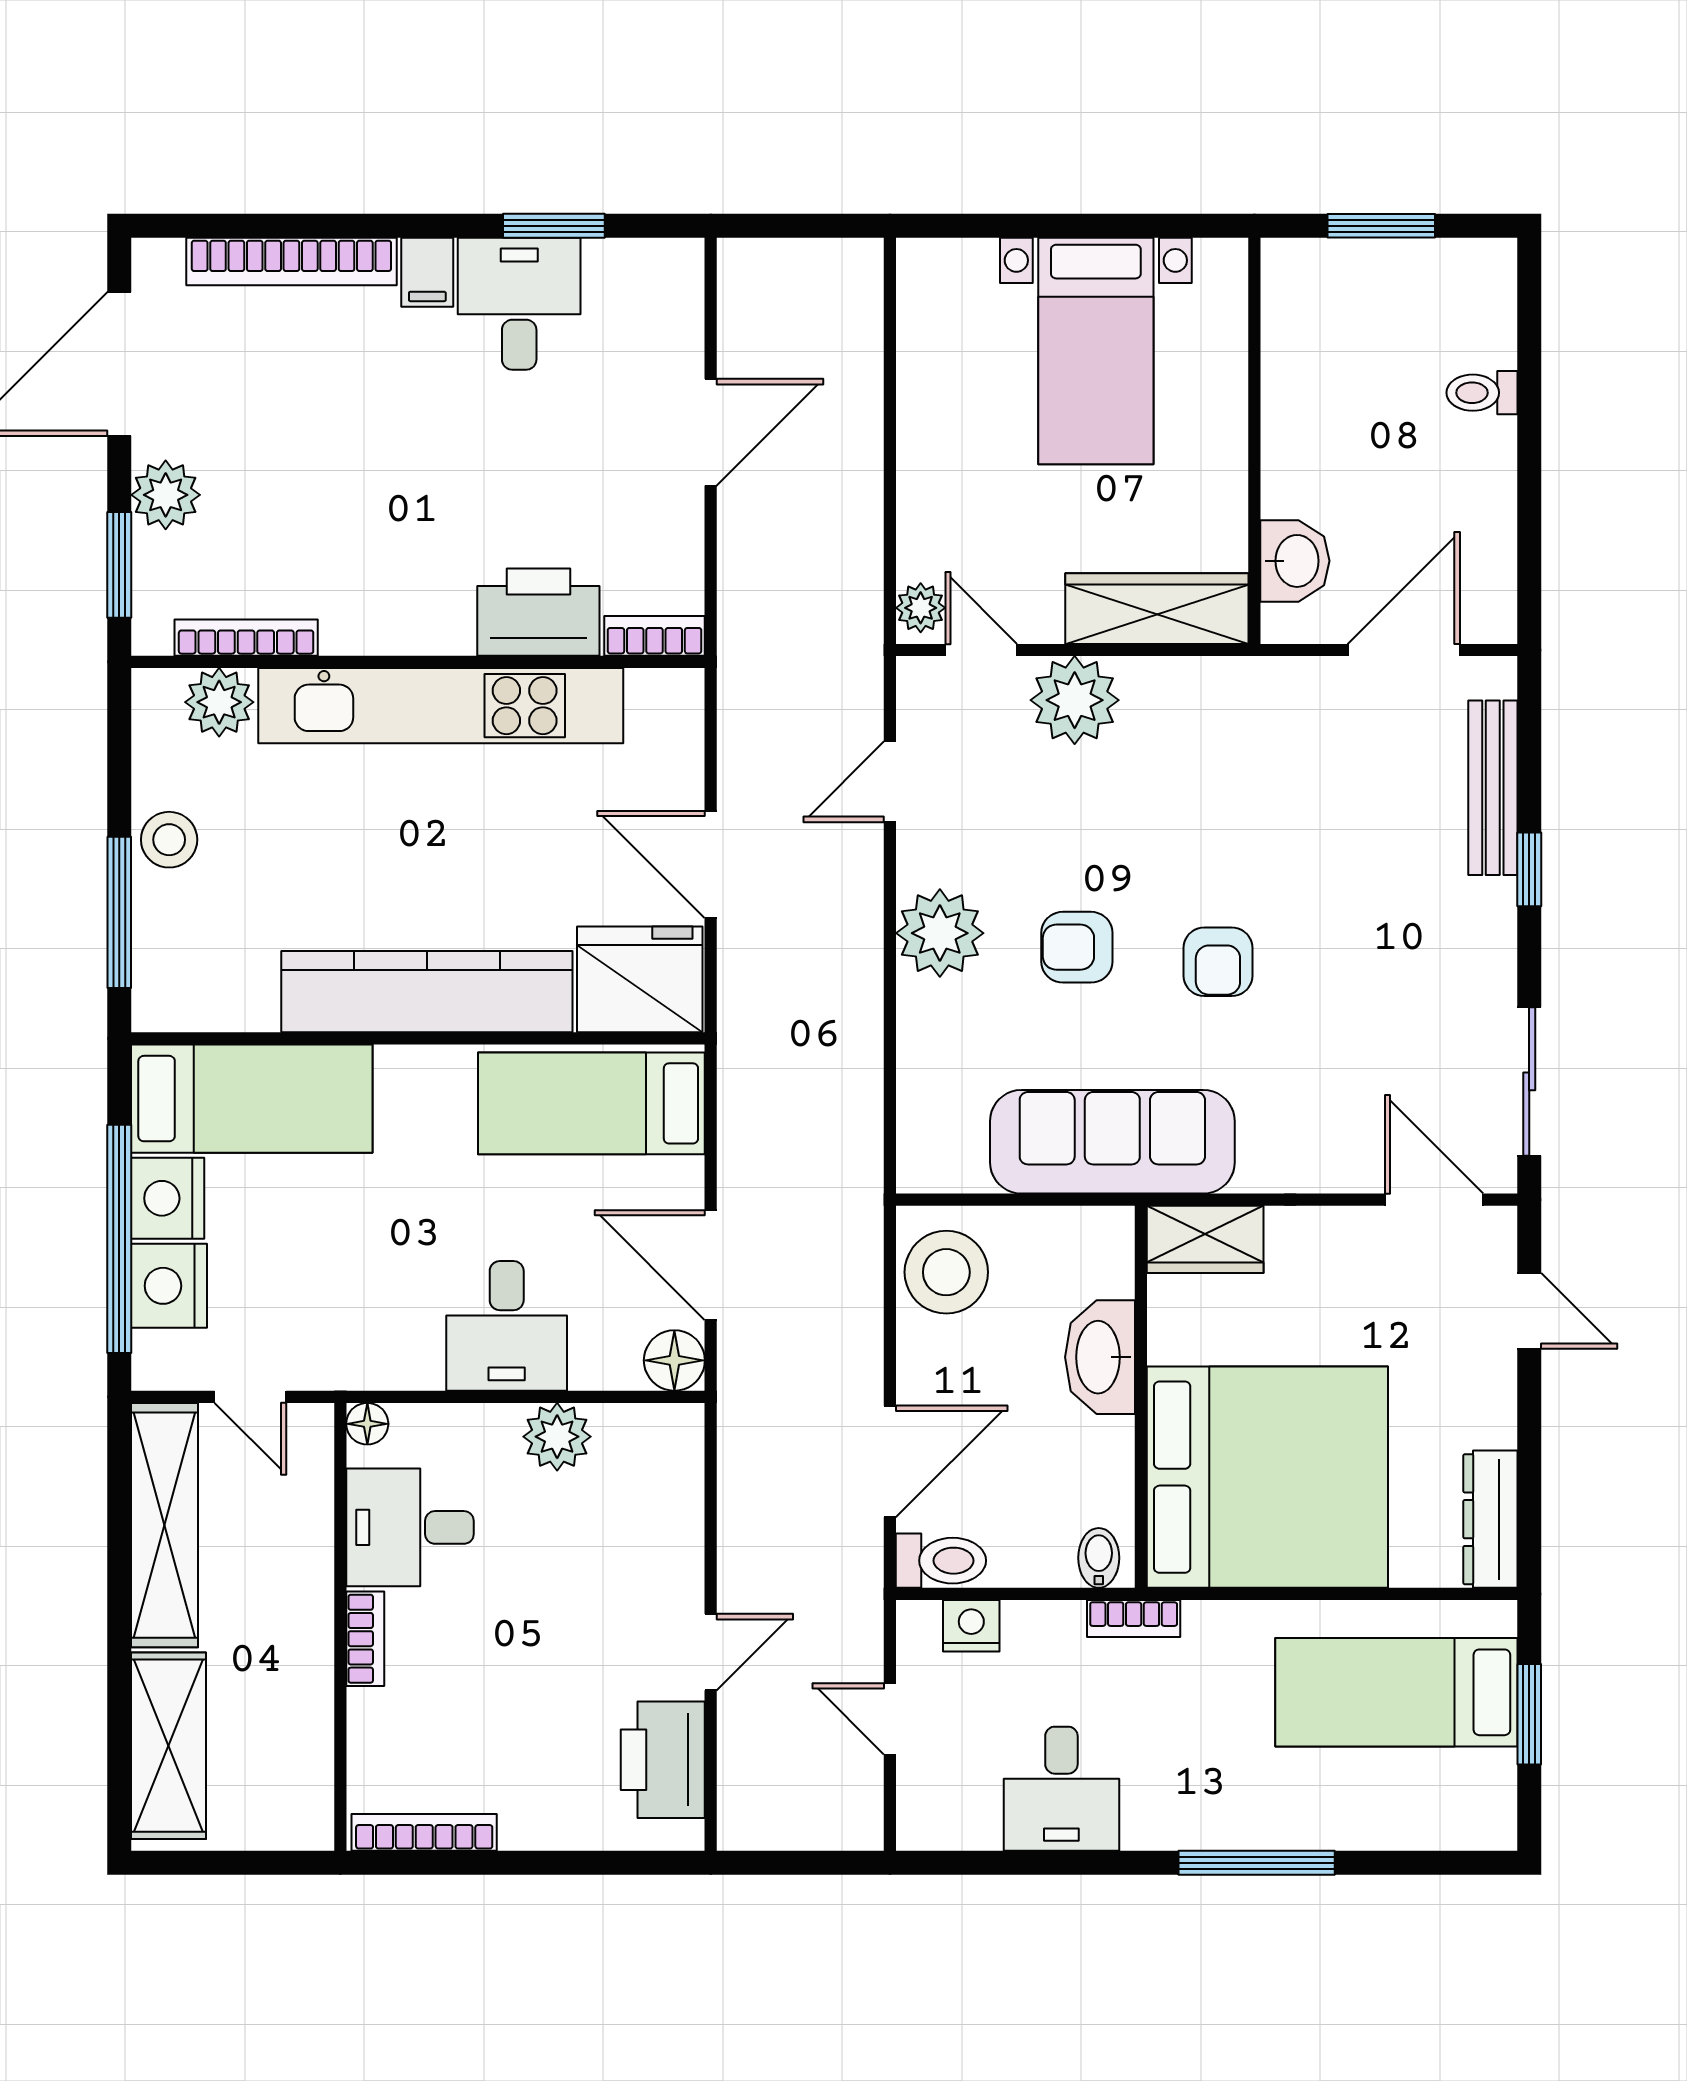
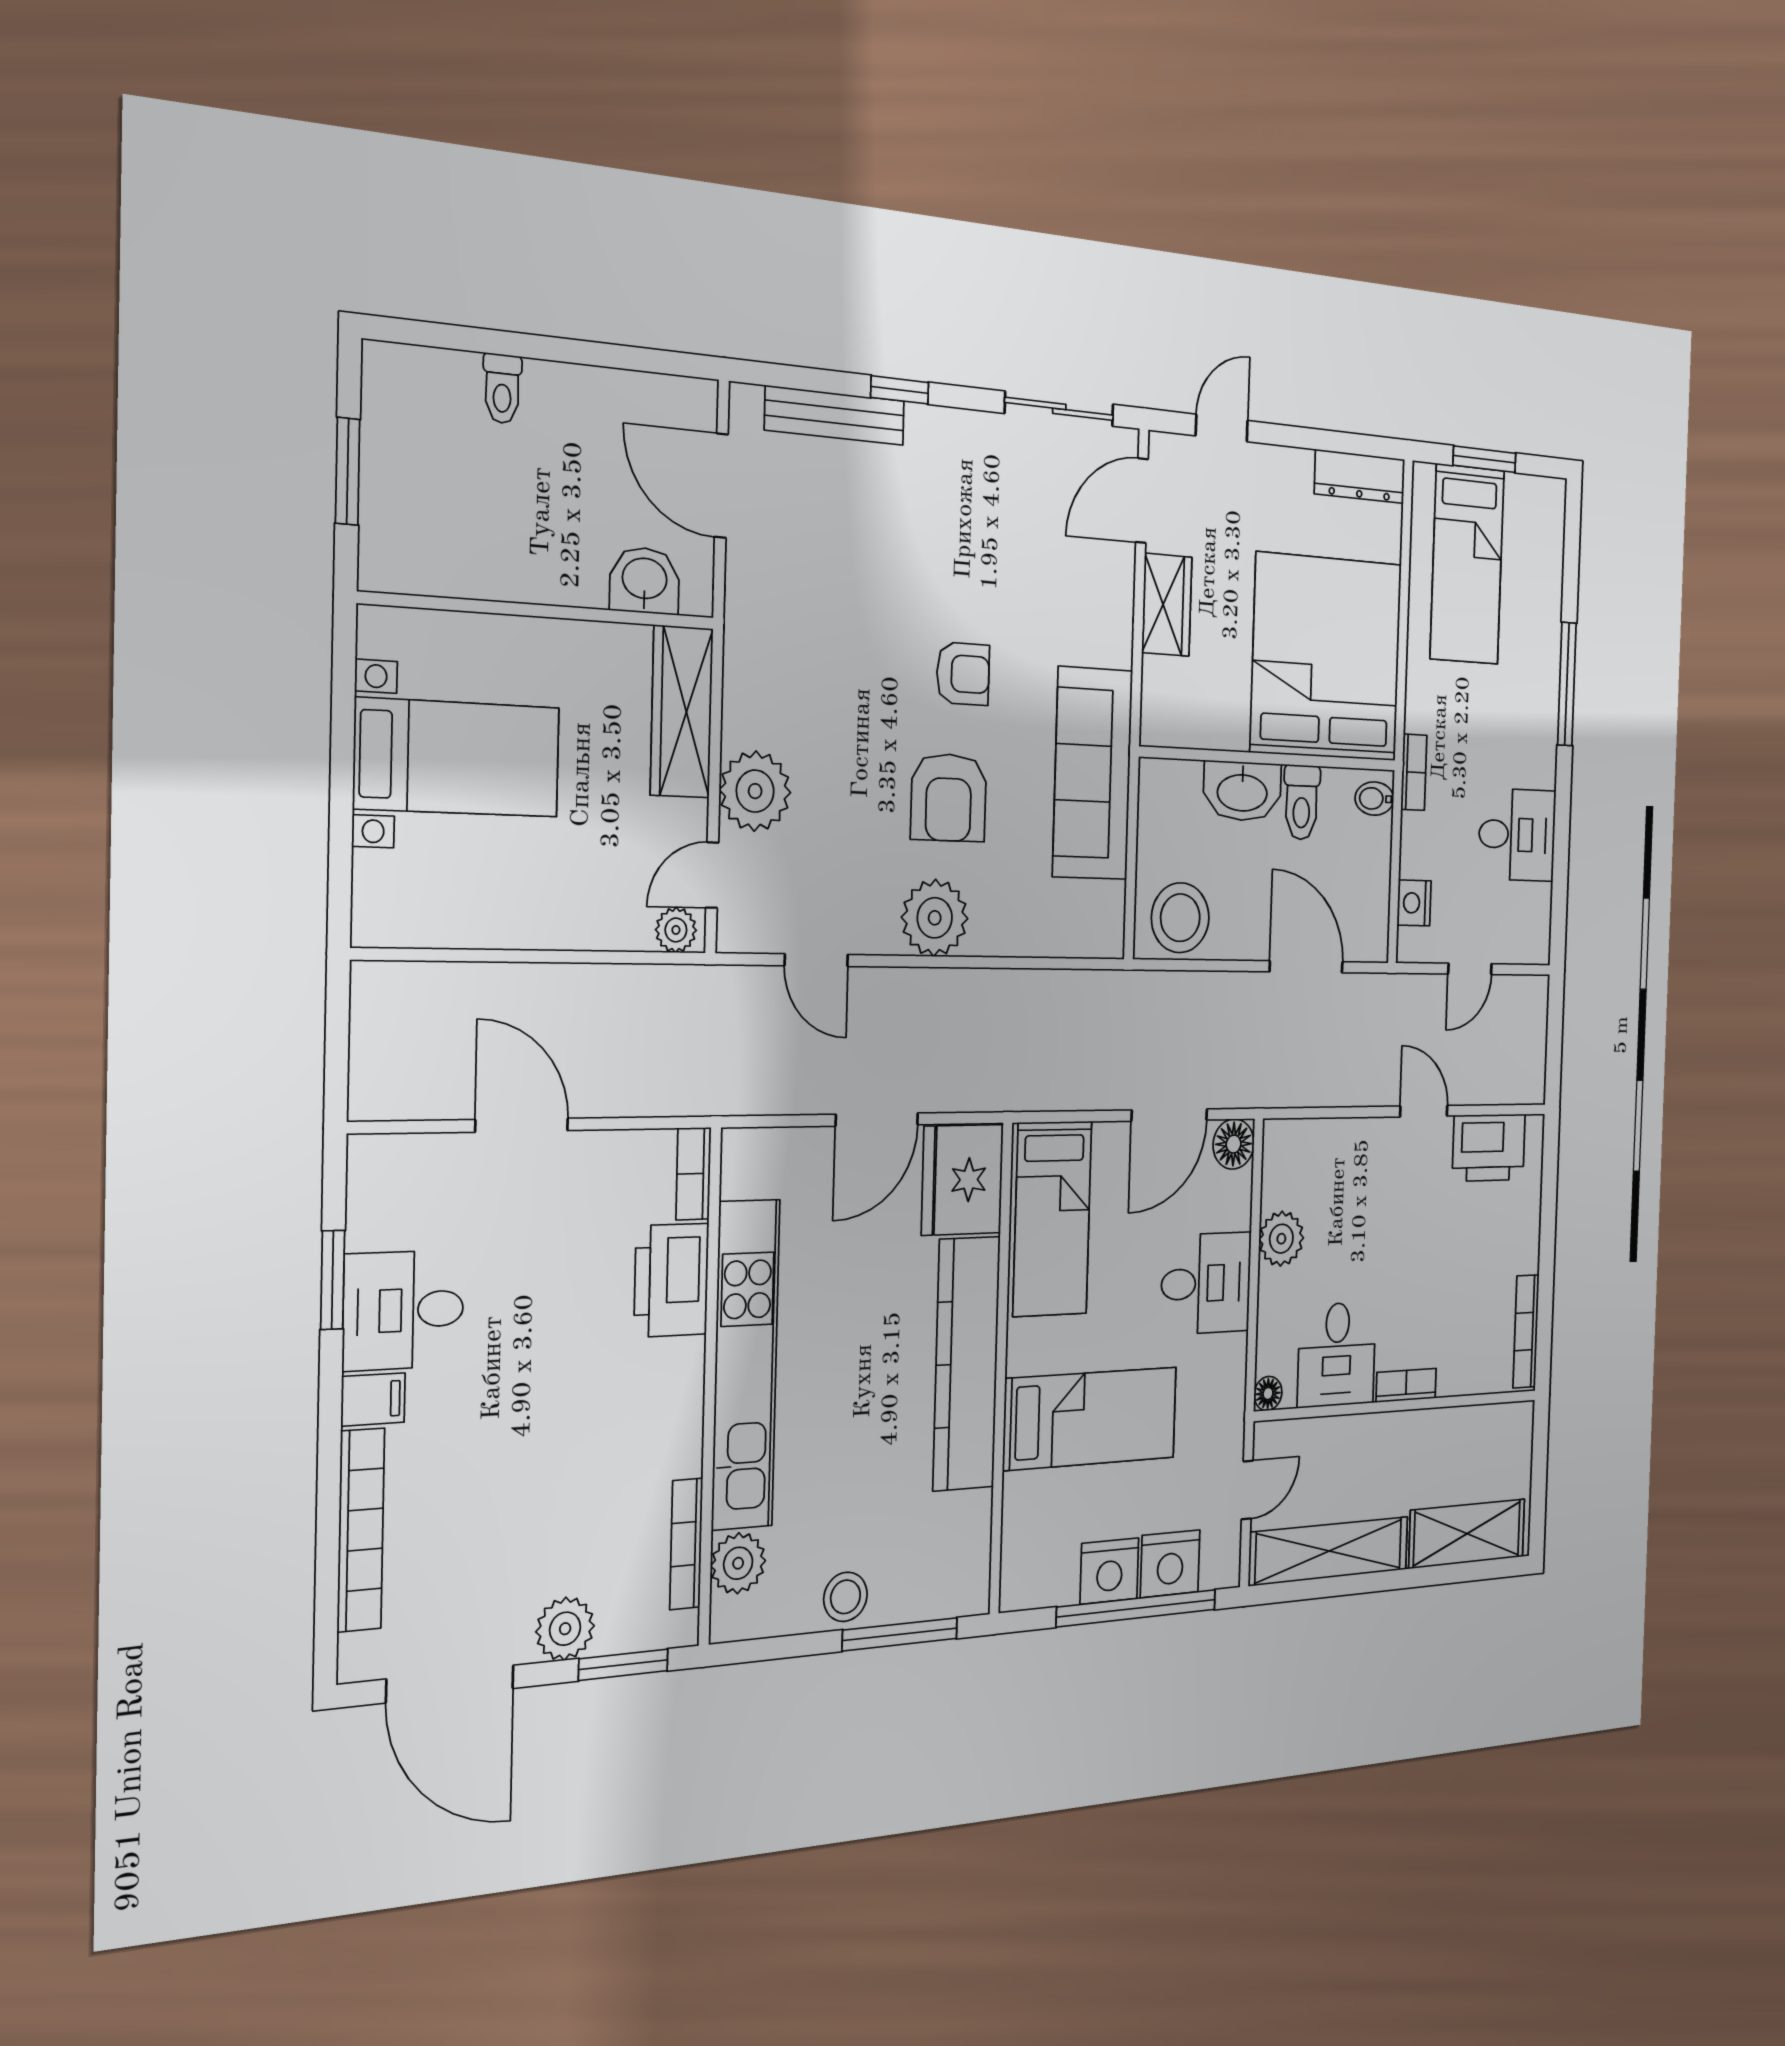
armchair: (1077, 947) -> (949, 798), width x1.38, depth x1.38
bed: (252, 1099) -> (1091, 1418), moved, turned 90
wardrobe: (1205, 1239) -> (1167, 605), moved
toilet: (941, 1561) -> (1302, 802), moved, turned 180

